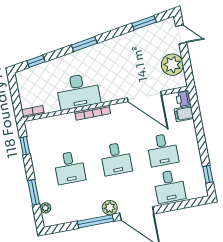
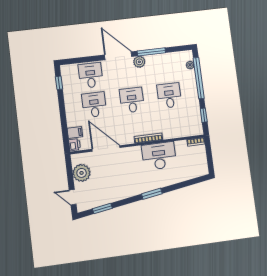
window: (36, 61) -> (191, 182), removed
window: (34, 192) -> (199, 78), width x2.11

